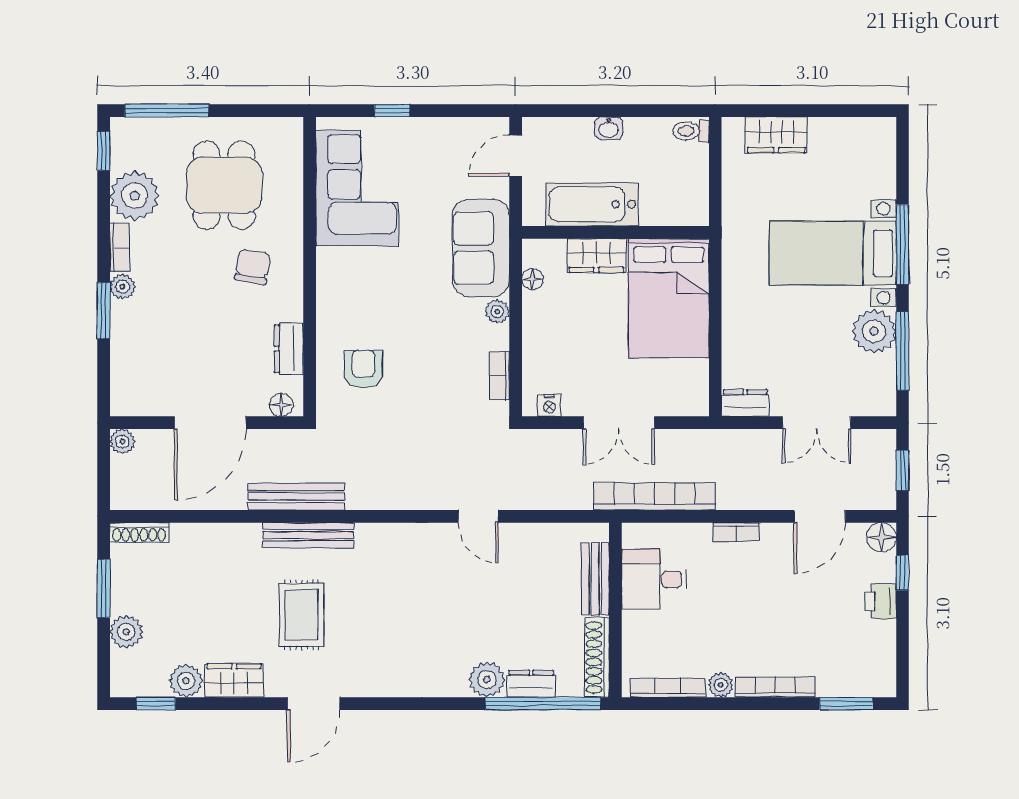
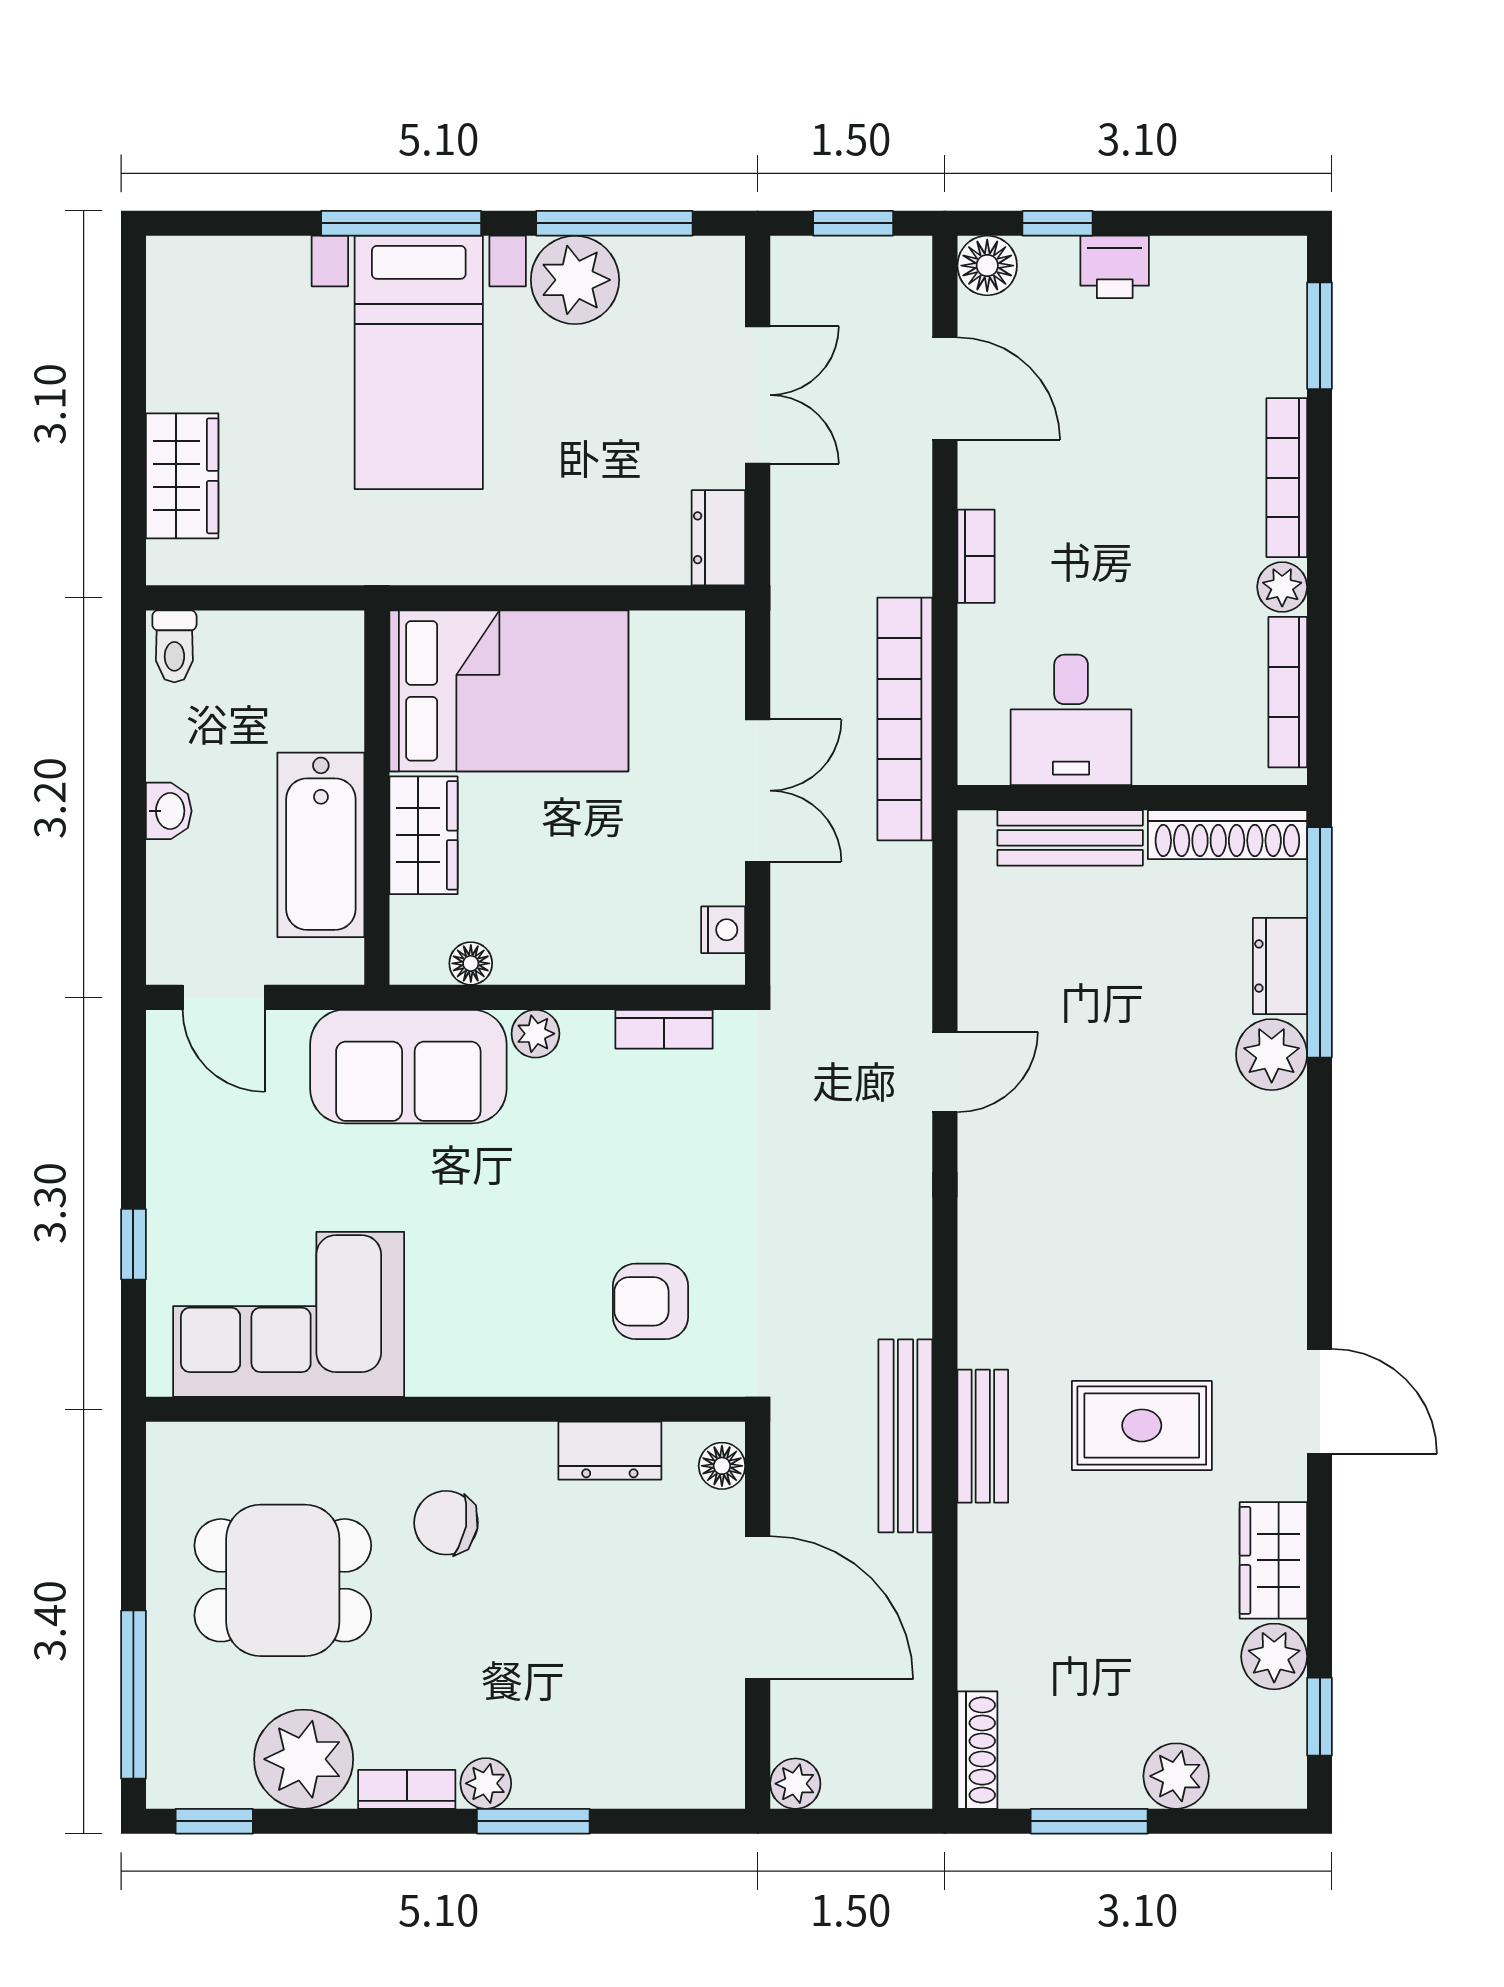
bench: (308, 535) -> (983, 1436), width x0.73

